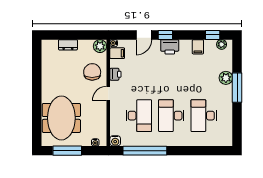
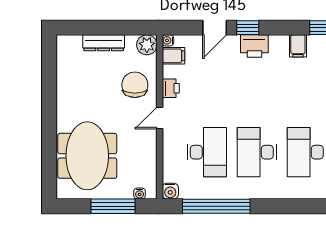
dresser: (68, 45) -> (104, 43), width x1.44
window: (67, 151) -> (113, 206), moved

